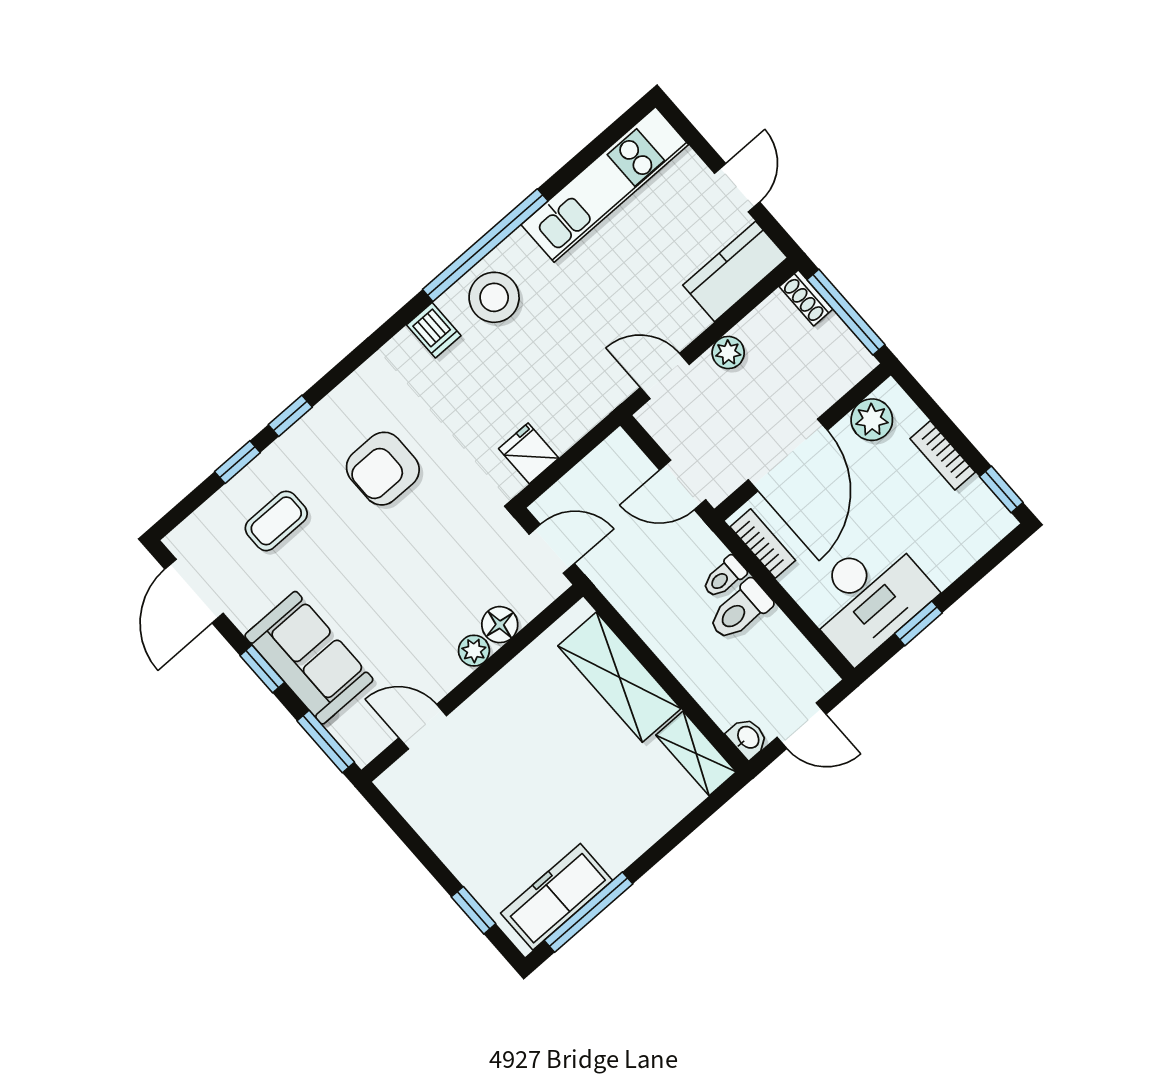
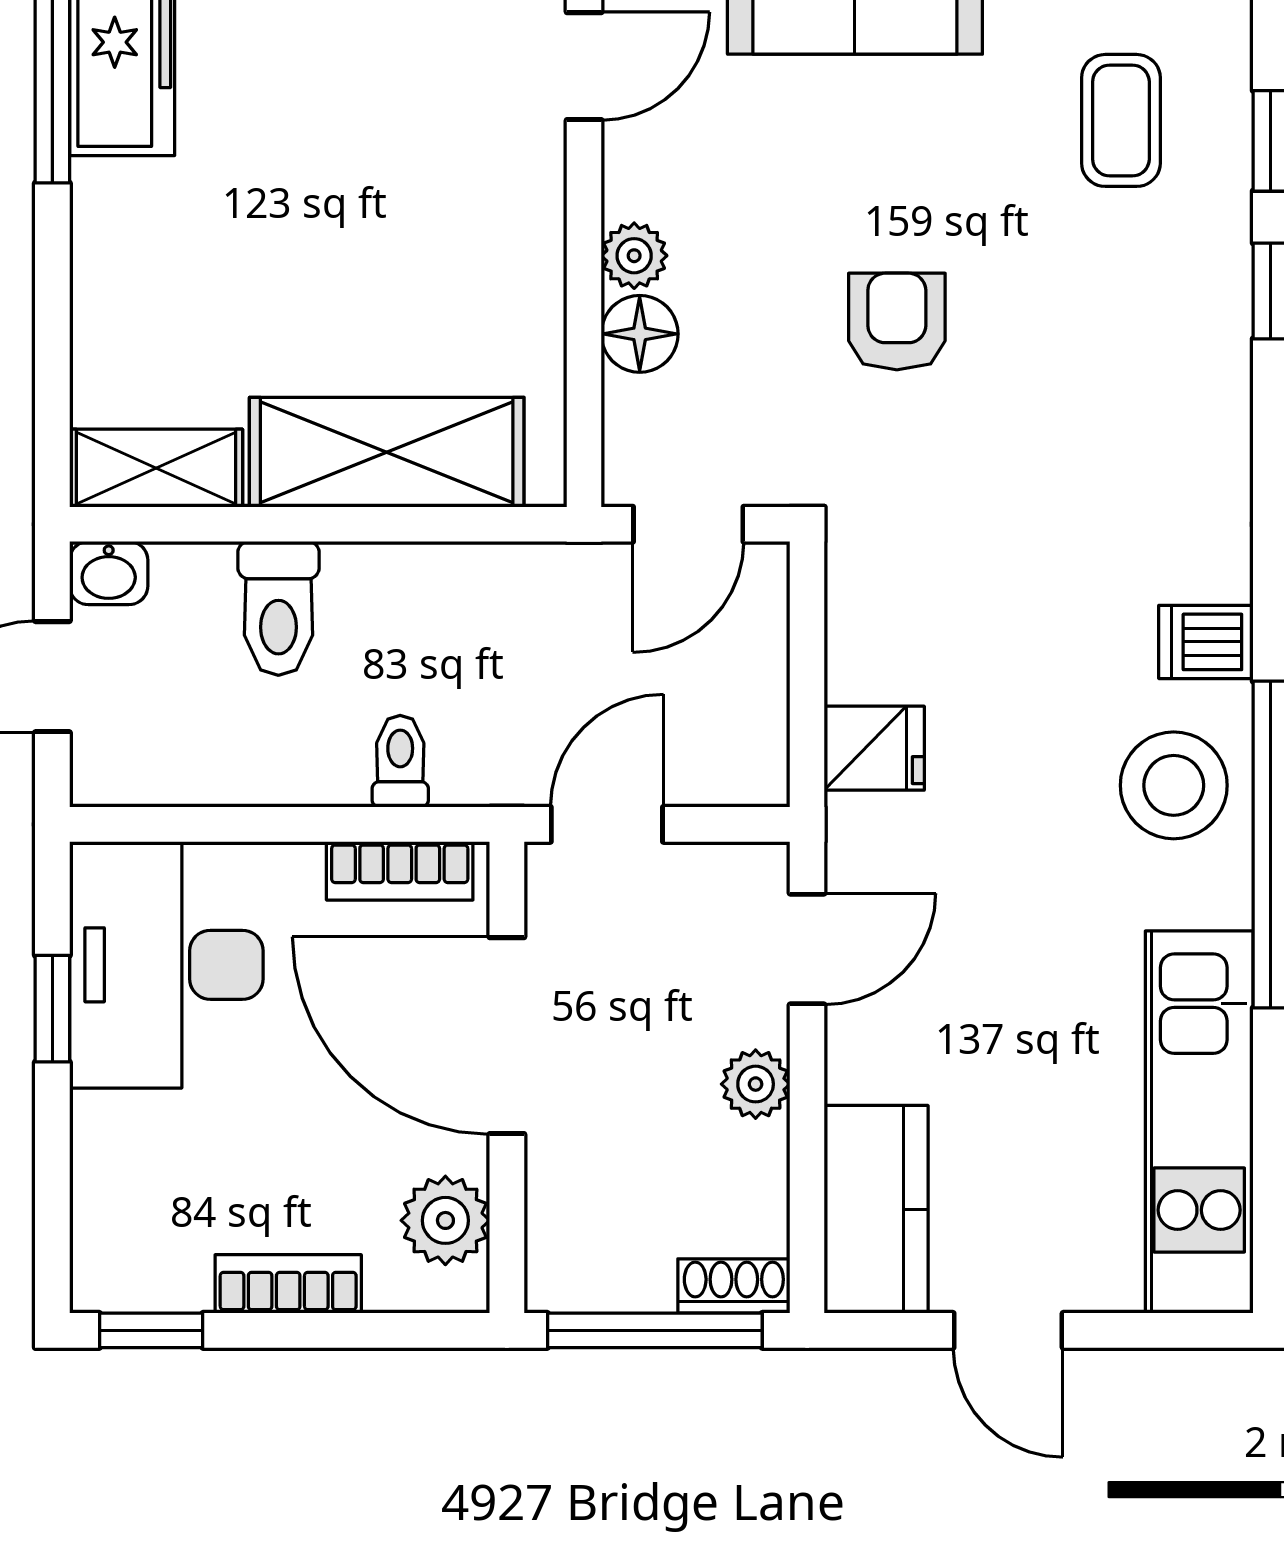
fridge: (529, 453) -> (874, 748), moved
armchair: (383, 469) -> (897, 321), moved, width x0.72, depth x0.72
toilet: (740, 610) -> (278, 608), moved, turned 180

